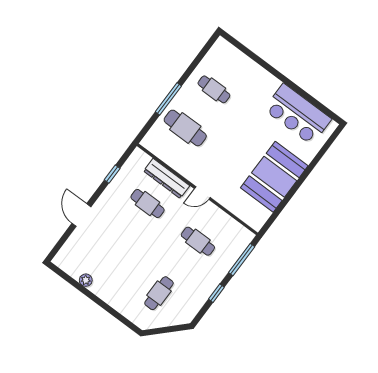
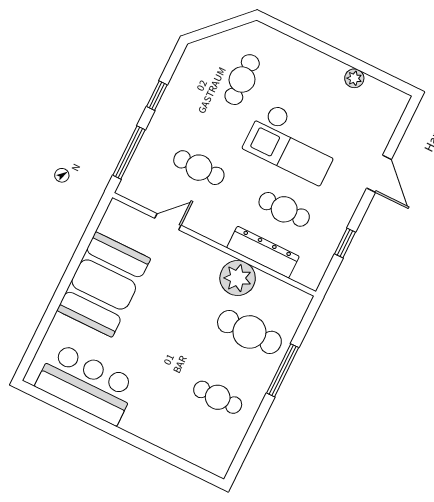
plant: (186, 165) -> (238, 278), added
door: (202, 193) -> (168, 222), moved
checkout: (134, 246) -> (293, 143), added

